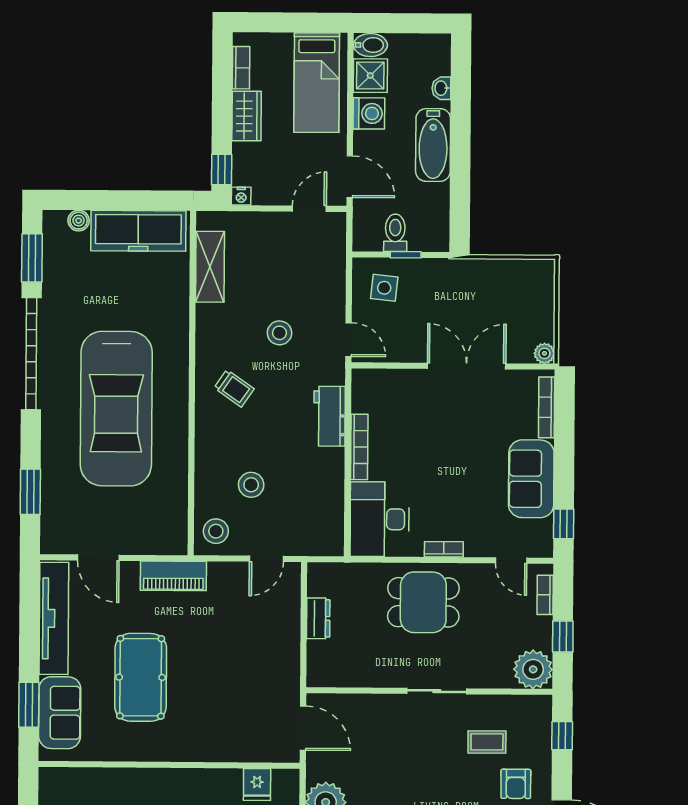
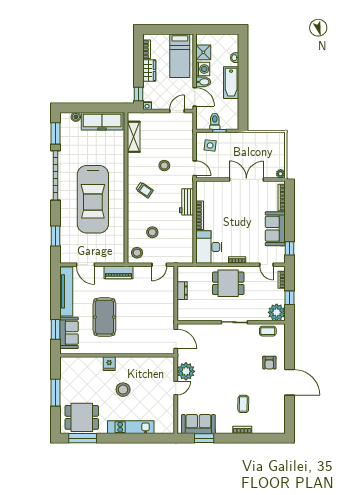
bidet: (370, 45) -> (203, 82), moved
window: (562, 736) -> (290, 341), removed
coffee table: (487, 742) -> (268, 331), moved
fridge: (257, 785) -> (109, 364), moved

